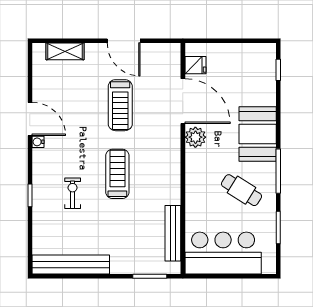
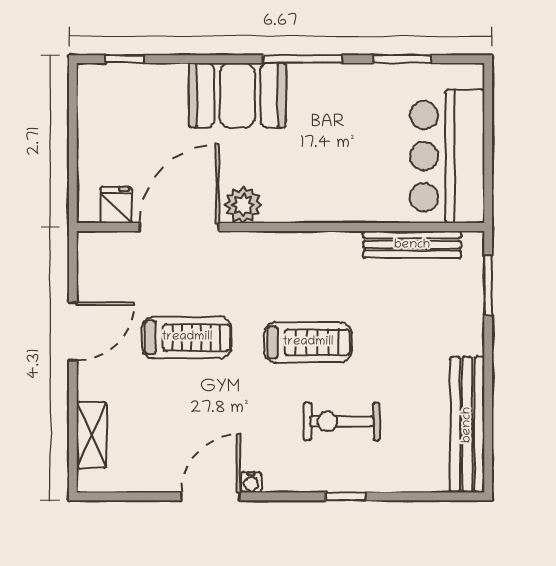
treadmill: (117, 174) -> (308, 342), turned 180
cafe table: (241, 190) -> (336, 124), removed
exercise bike: (73, 193) -> (342, 421), width x1.38, depth x1.39

